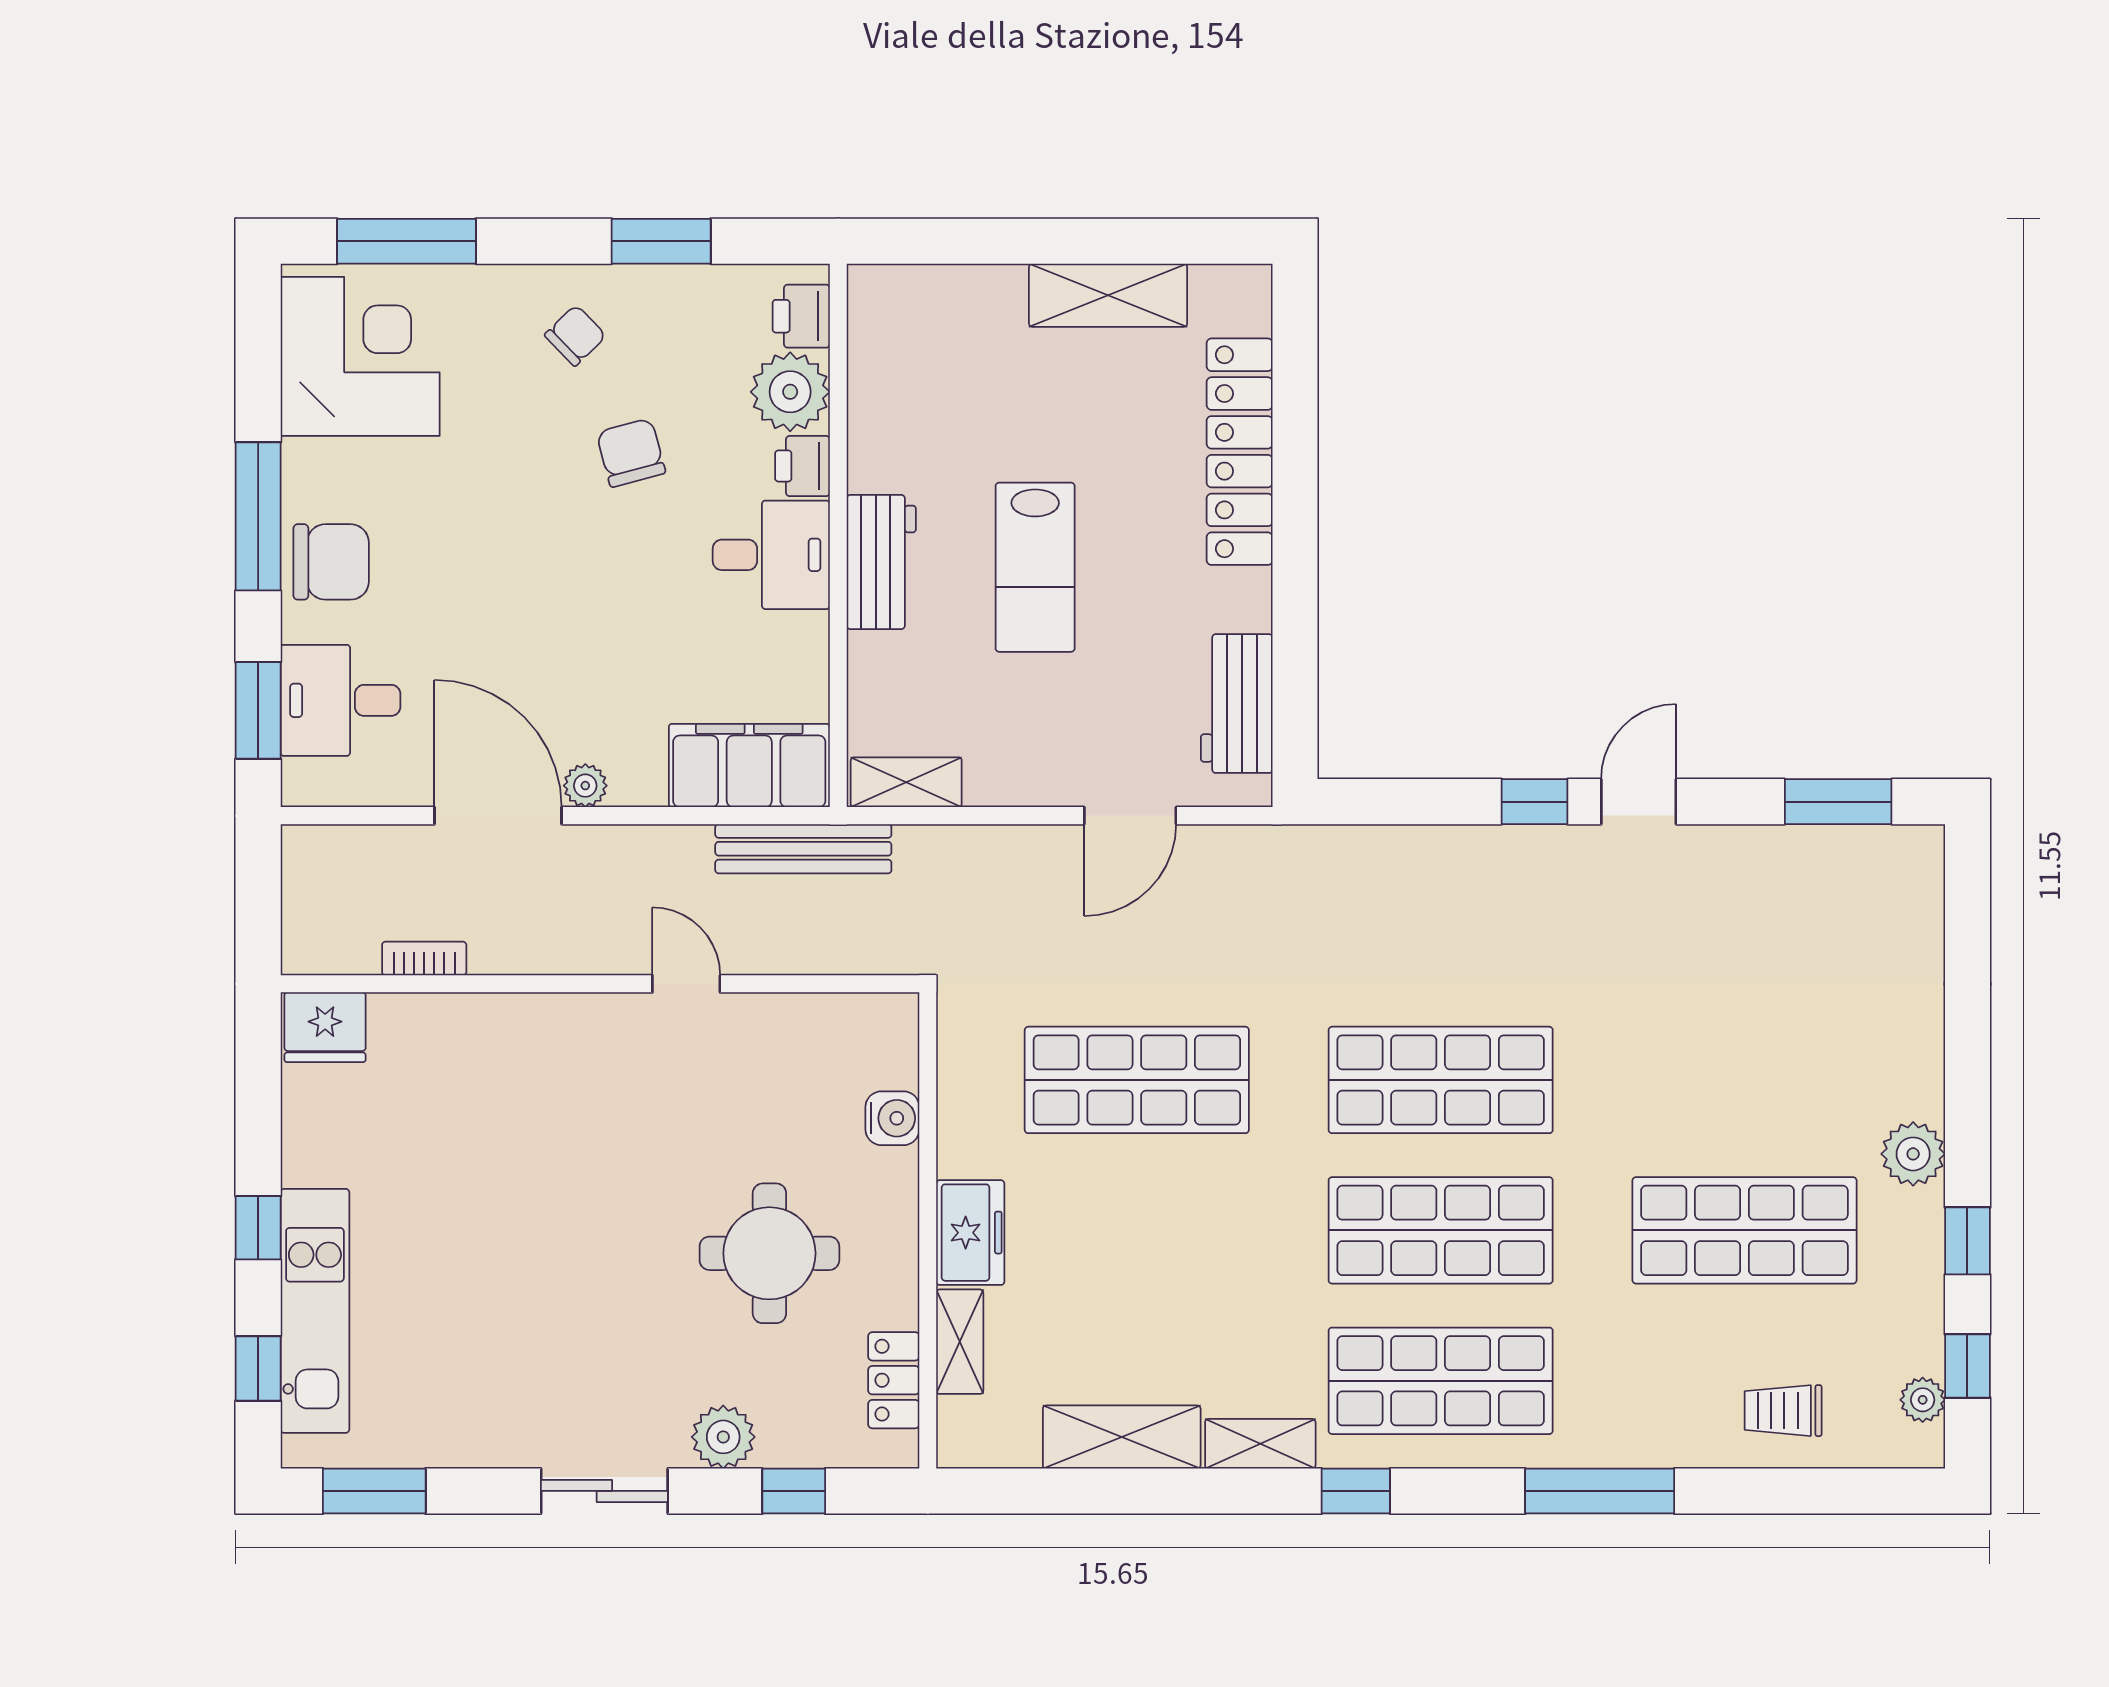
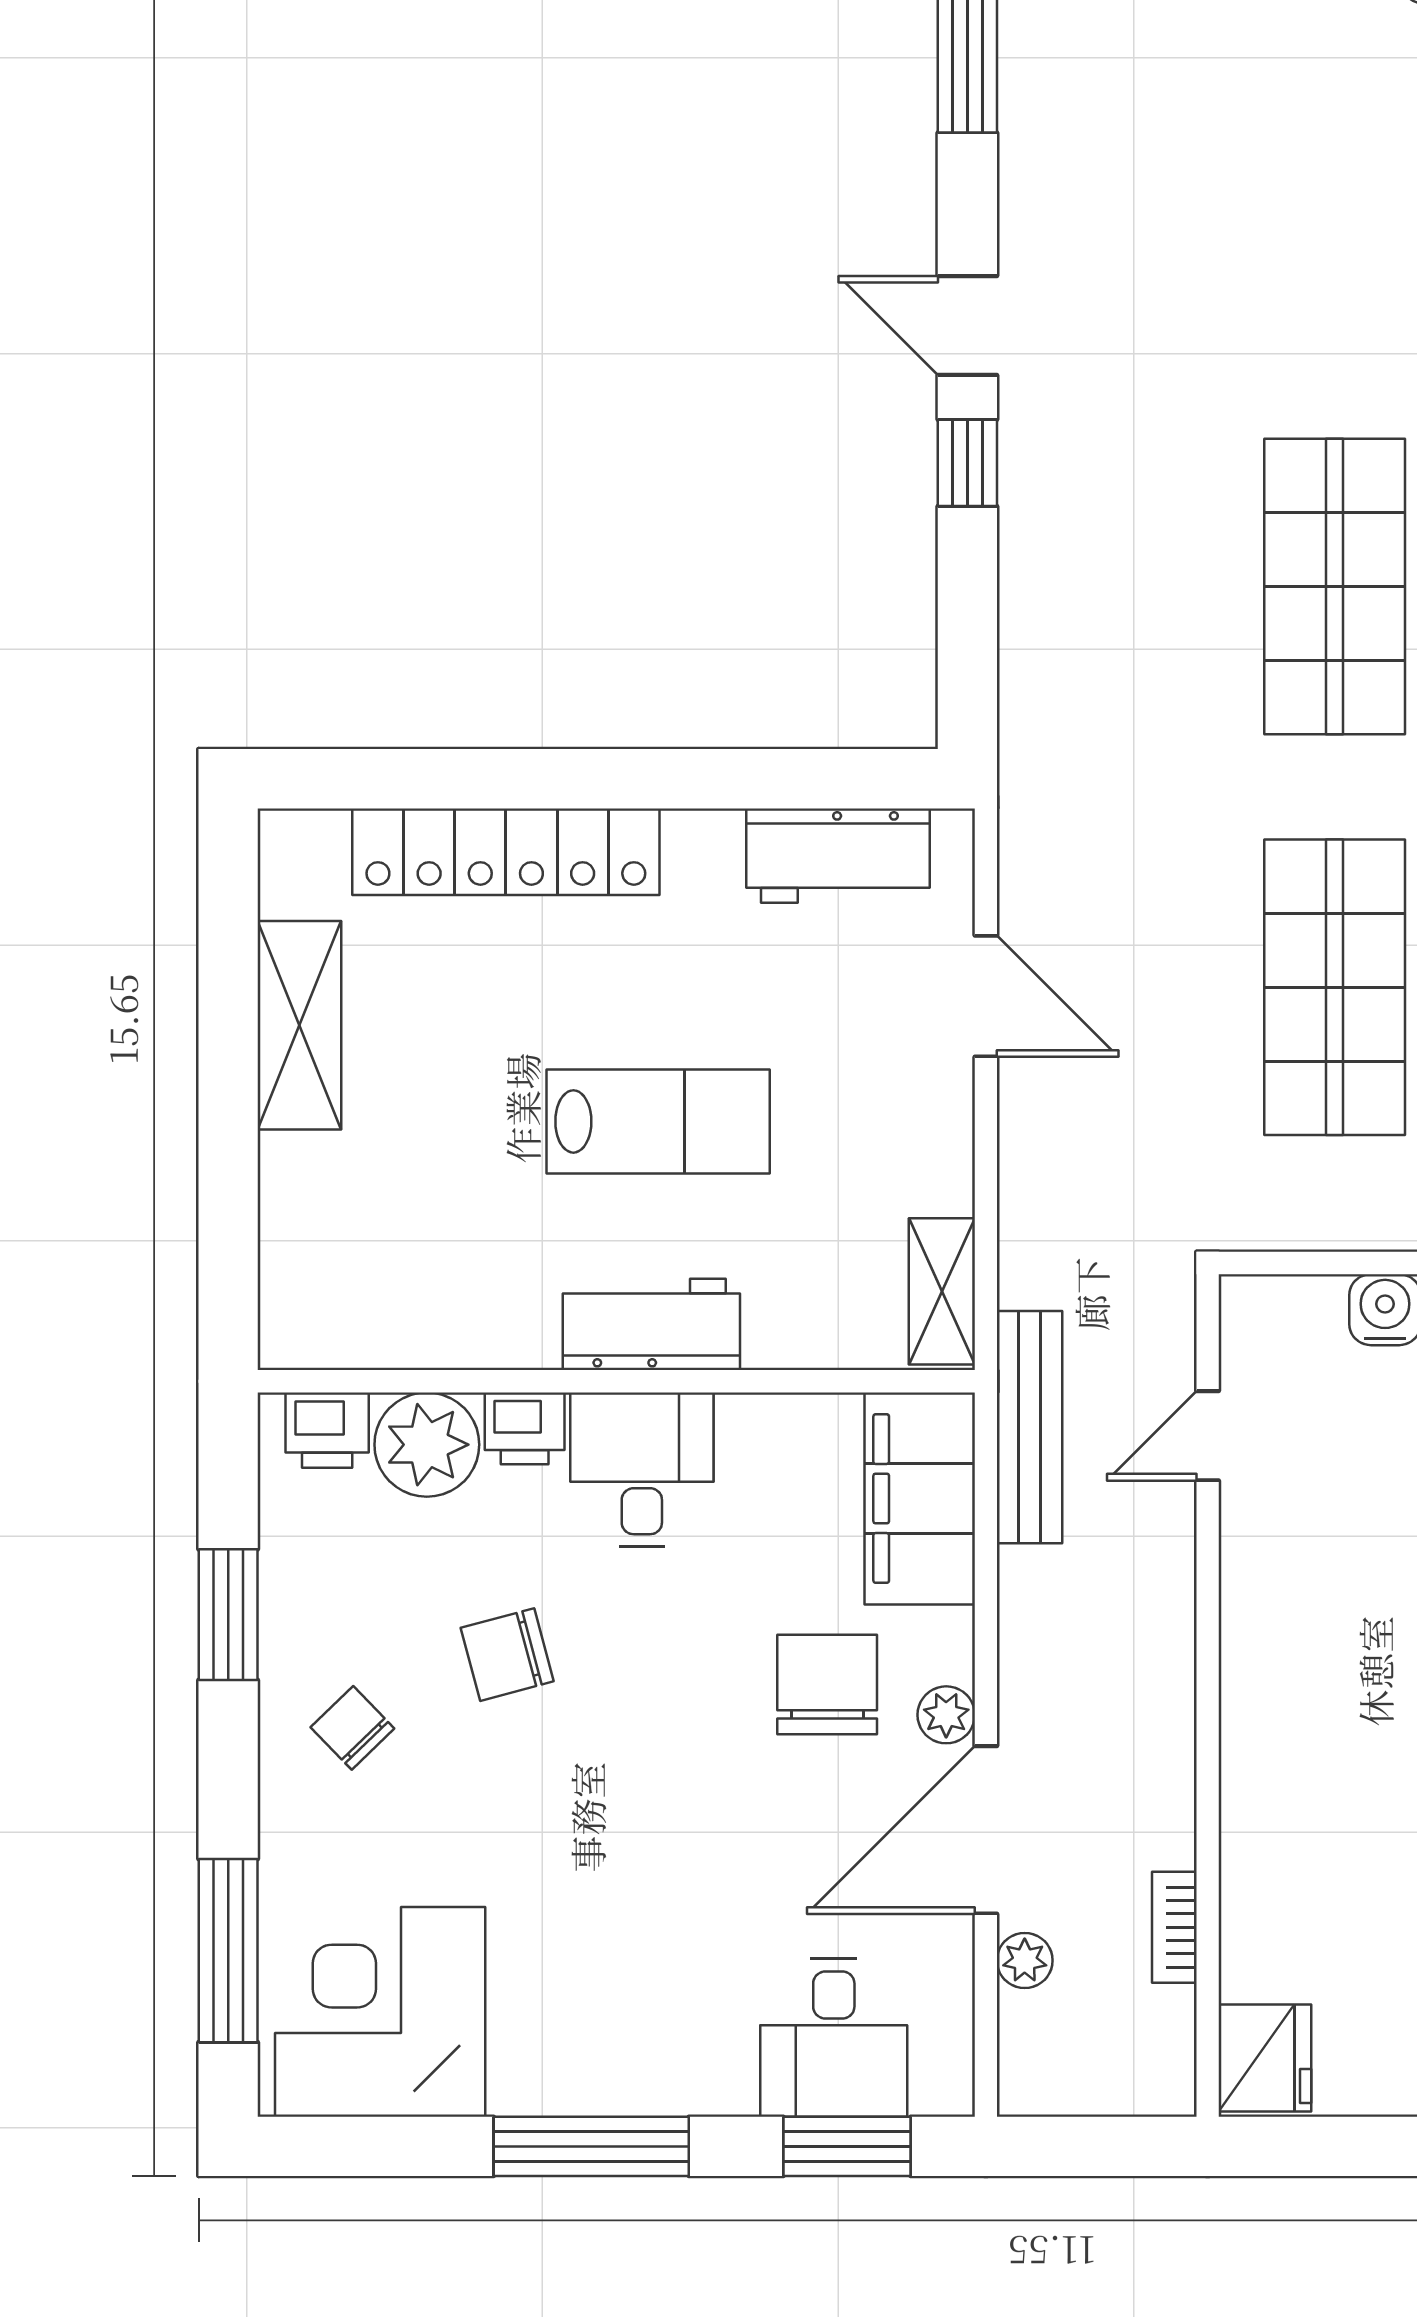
chair: (331, 562) -> (827, 1684), moved
plant: (399, 845) -> (1025, 1960), added
door: (686, 984) -> (1208, 1436), moved

